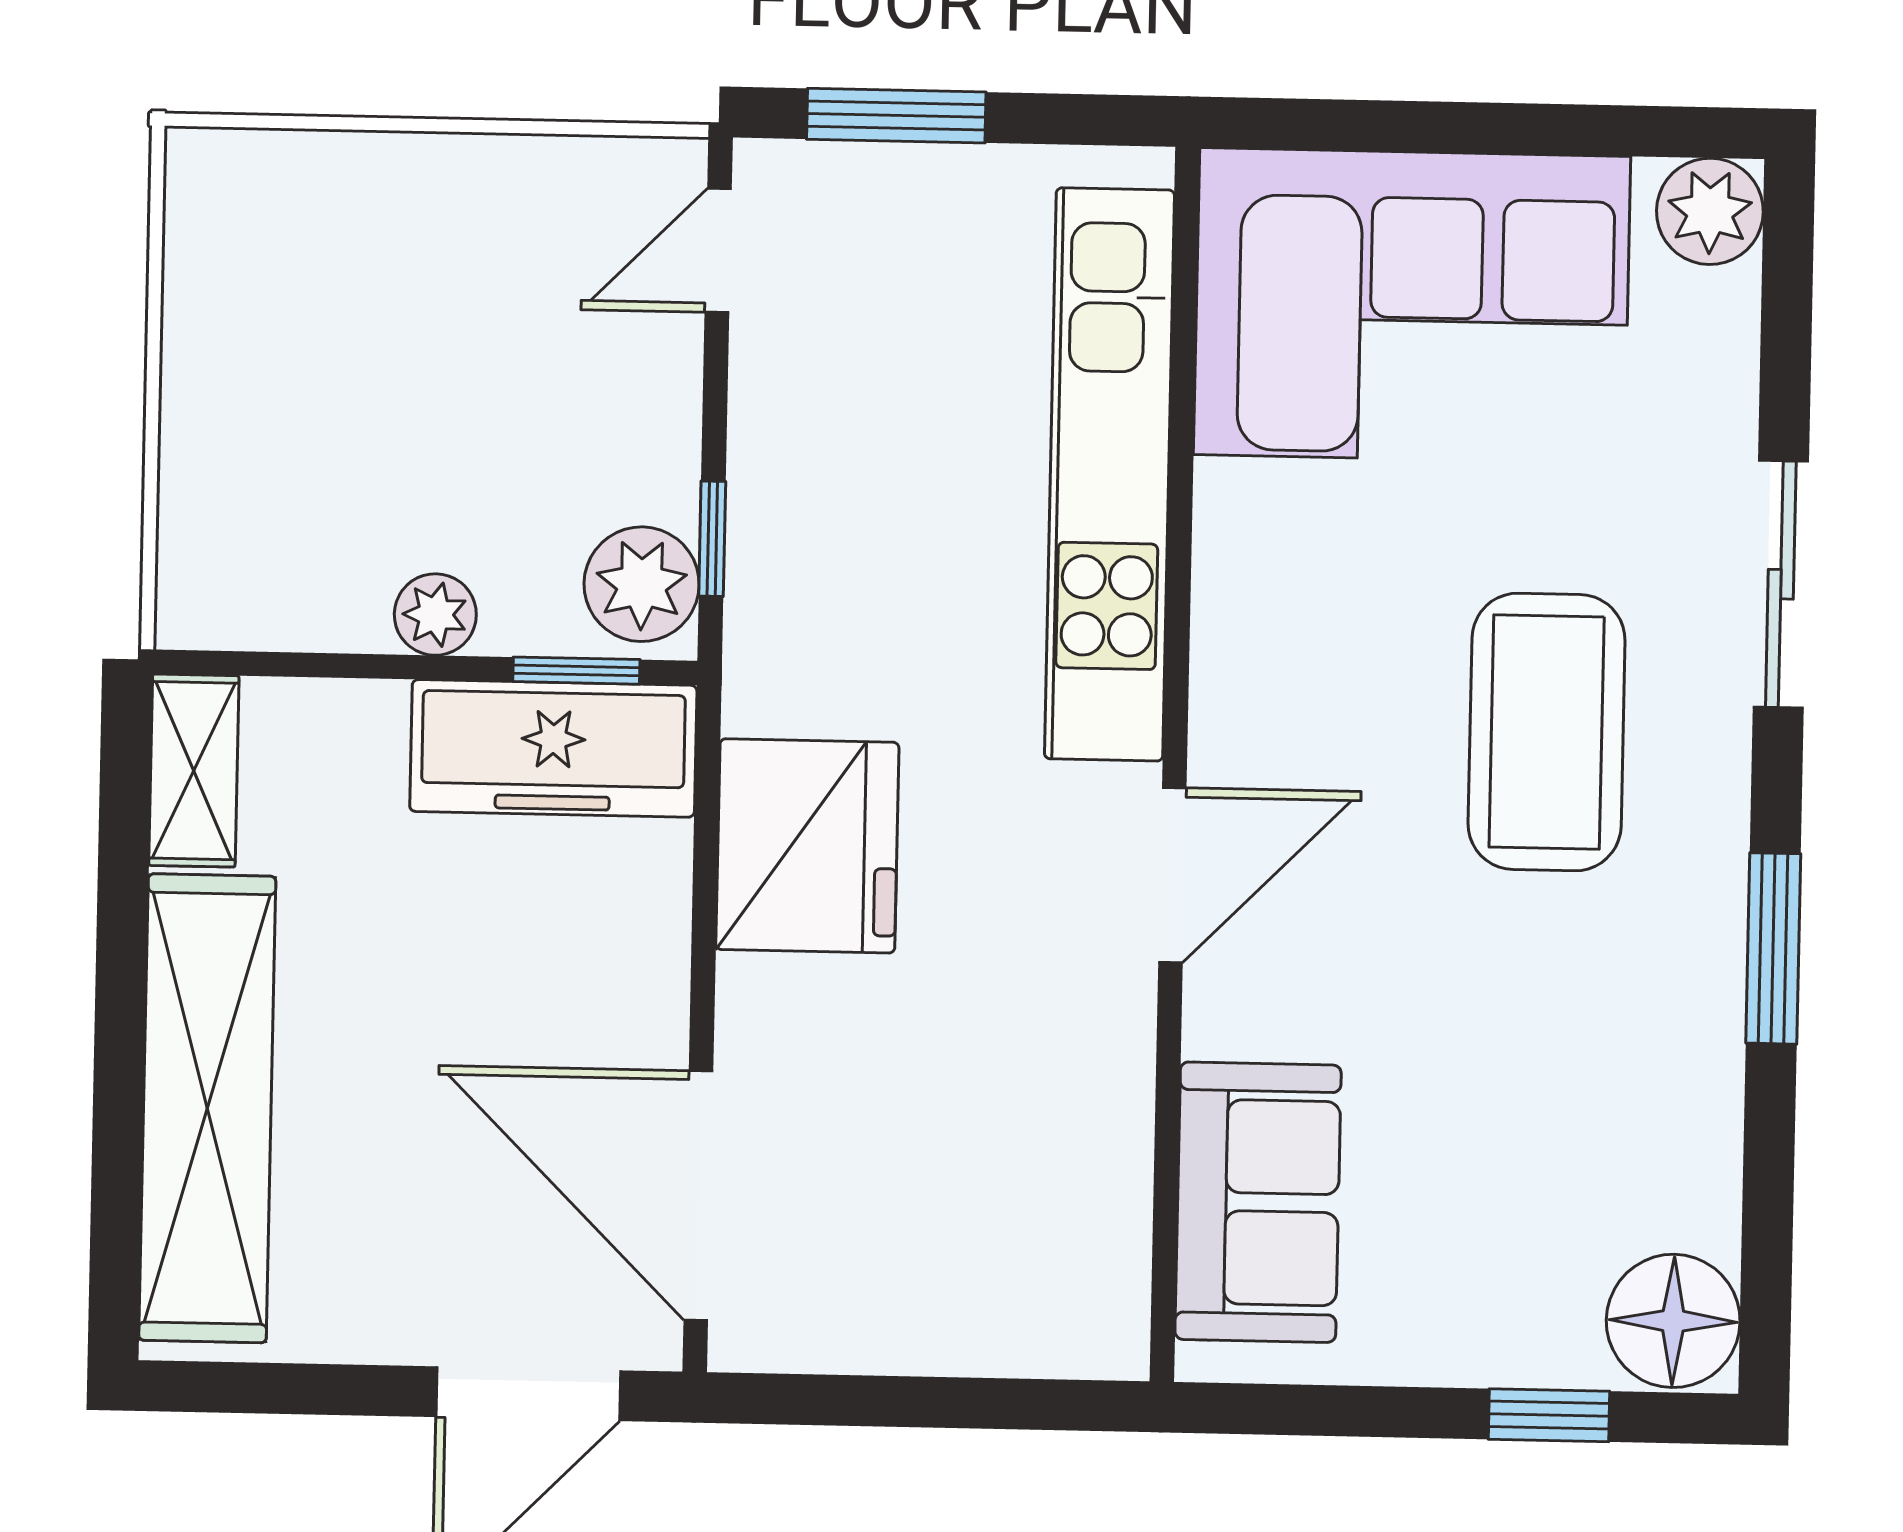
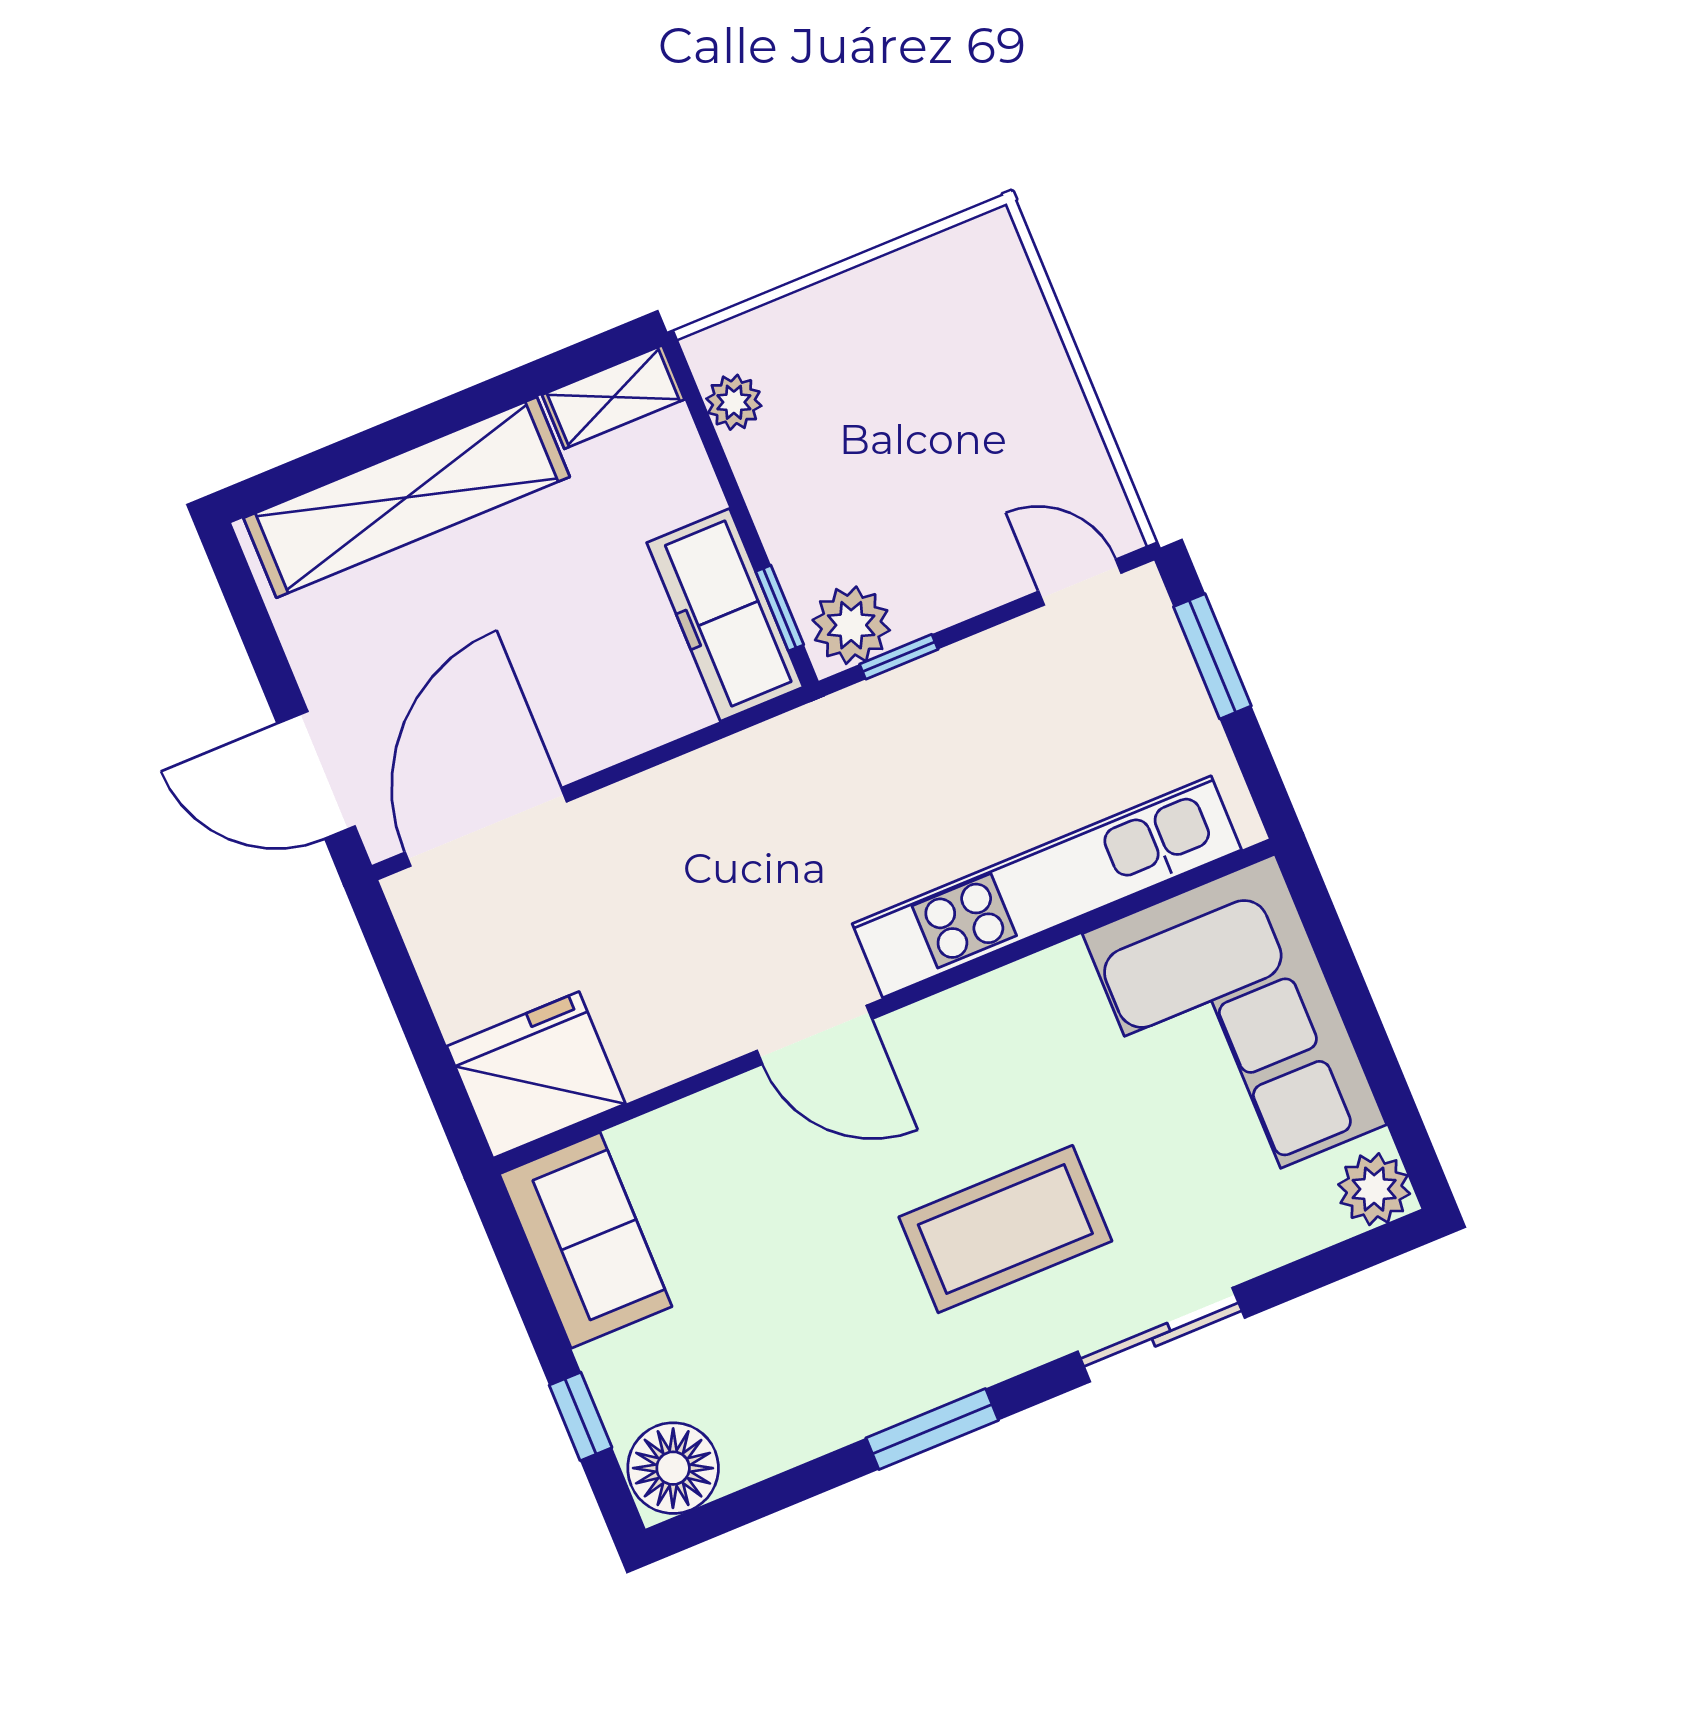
plant: (435, 615) -> (734, 402), moved
fridge: (807, 846) -> (536, 1075), moved, turned 180
sofa: (1258, 1202) -> (586, 1240), moved, turned -90

